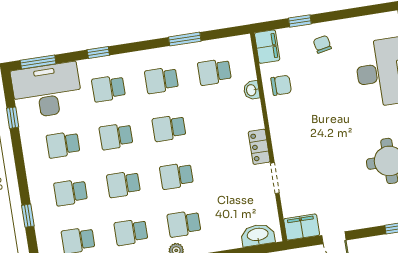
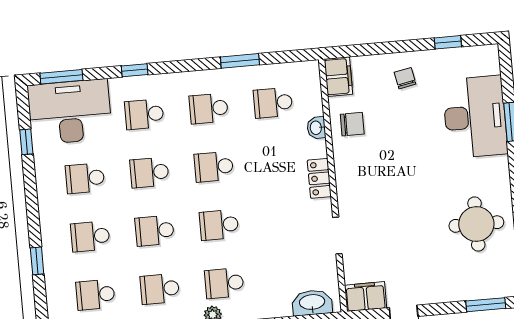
window: (300, 21) -> (448, 42), moved
locker: (259, 147) -> (319, 178), moved

